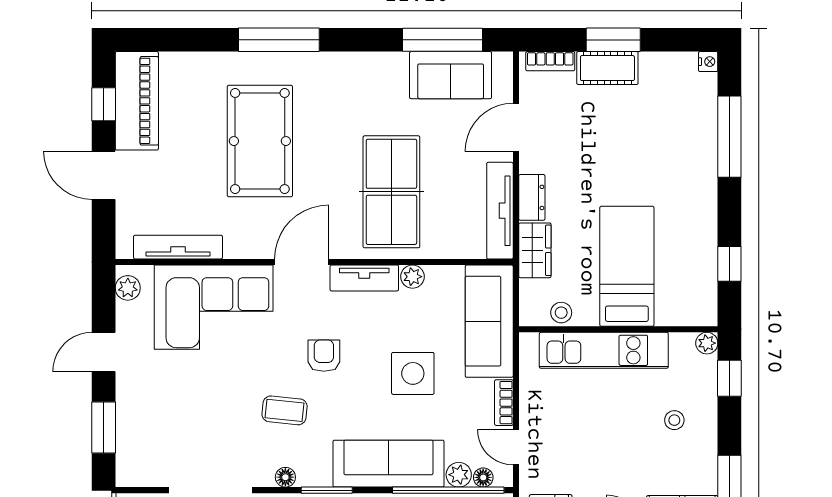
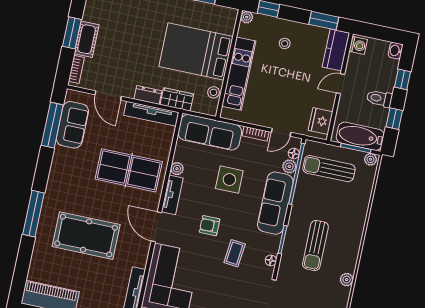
bed: (627, 266) -> (196, 51), width x1.50

